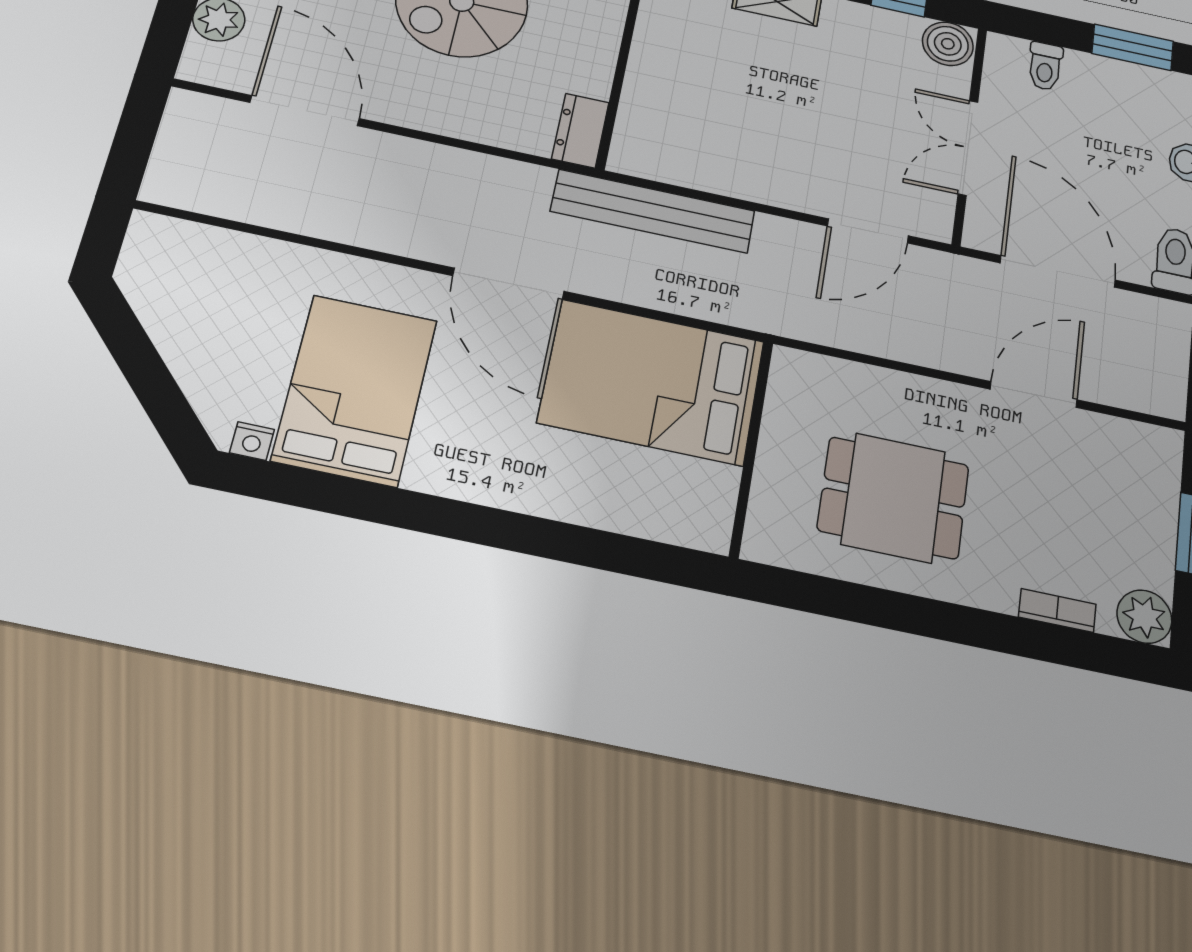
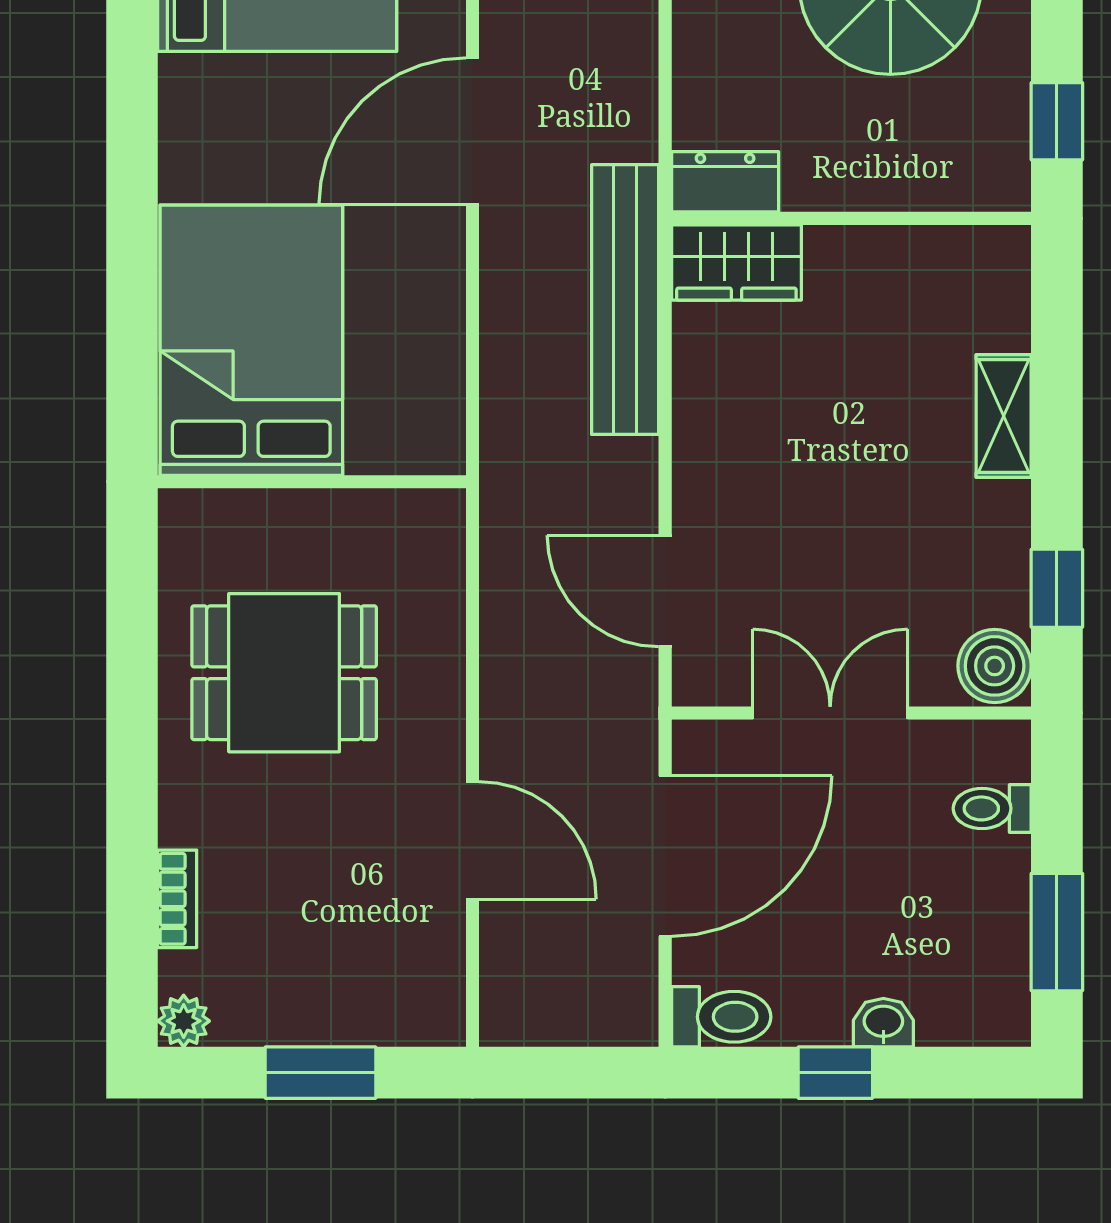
wardrobe: (640, 136) -> (736, 262), added
bed: (652, 382) -> (251, 340), moved
dining table: (893, 498) -> (284, 673), turned 90
plant: (1144, 617) -> (184, 1021), width x0.73, depth x0.73

